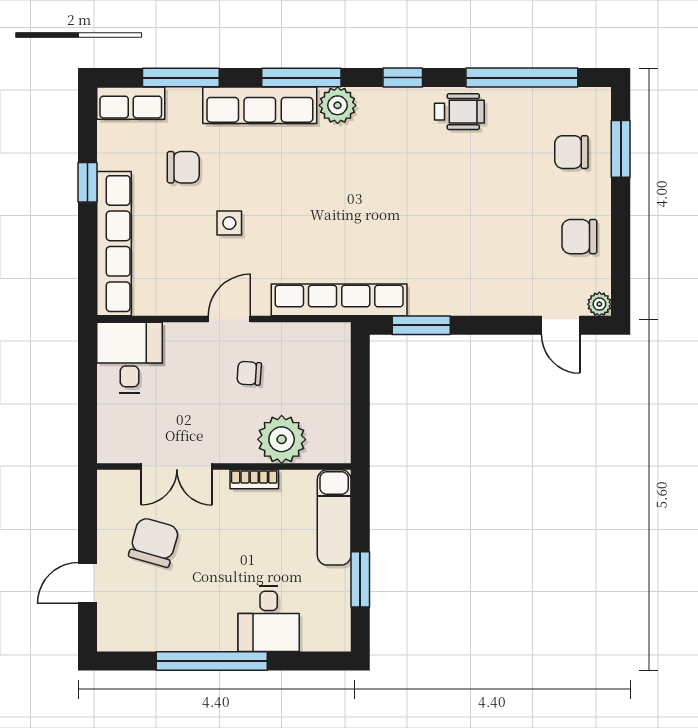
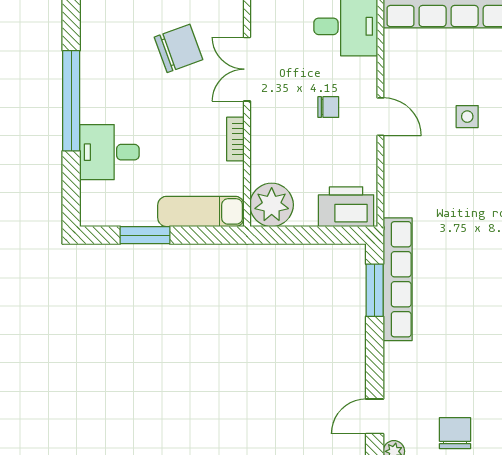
row of seats: (339, 300) -> (398, 279), moved
printer: (329, 357) -> (346, 207), added
chair: (249, 373) -> (328, 107), moved, turned 86
plant: (282, 439) -> (272, 205), moved
chair: (154, 542) -> (179, 48), turned -36

